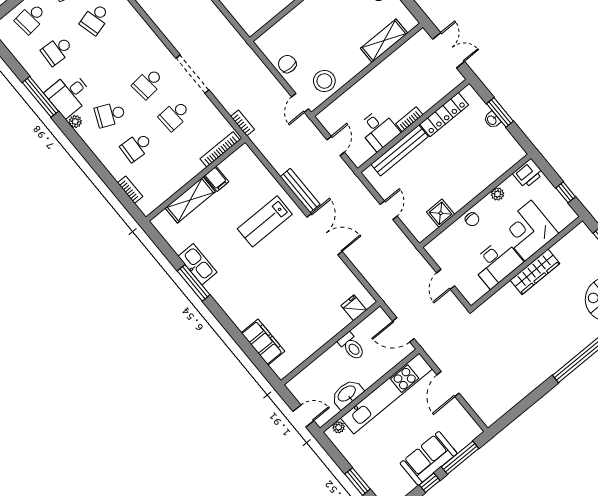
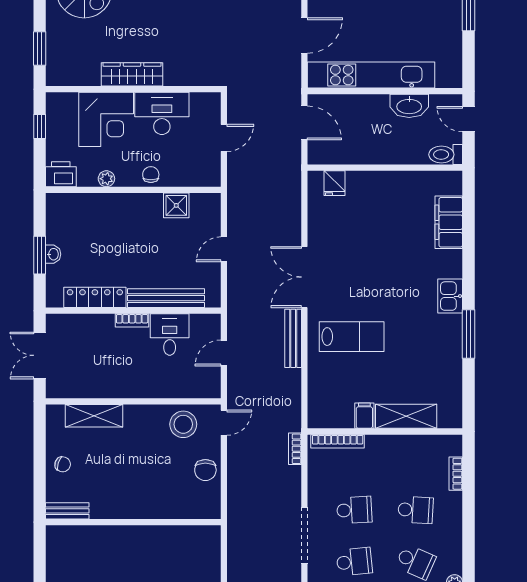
kitchen sink: (197, 264) -> (450, 296), moved, width x0.73
toilet: (352, 346) -> (446, 155), moved, turned -90
plant: (339, 427) -> (444, 81), removed

